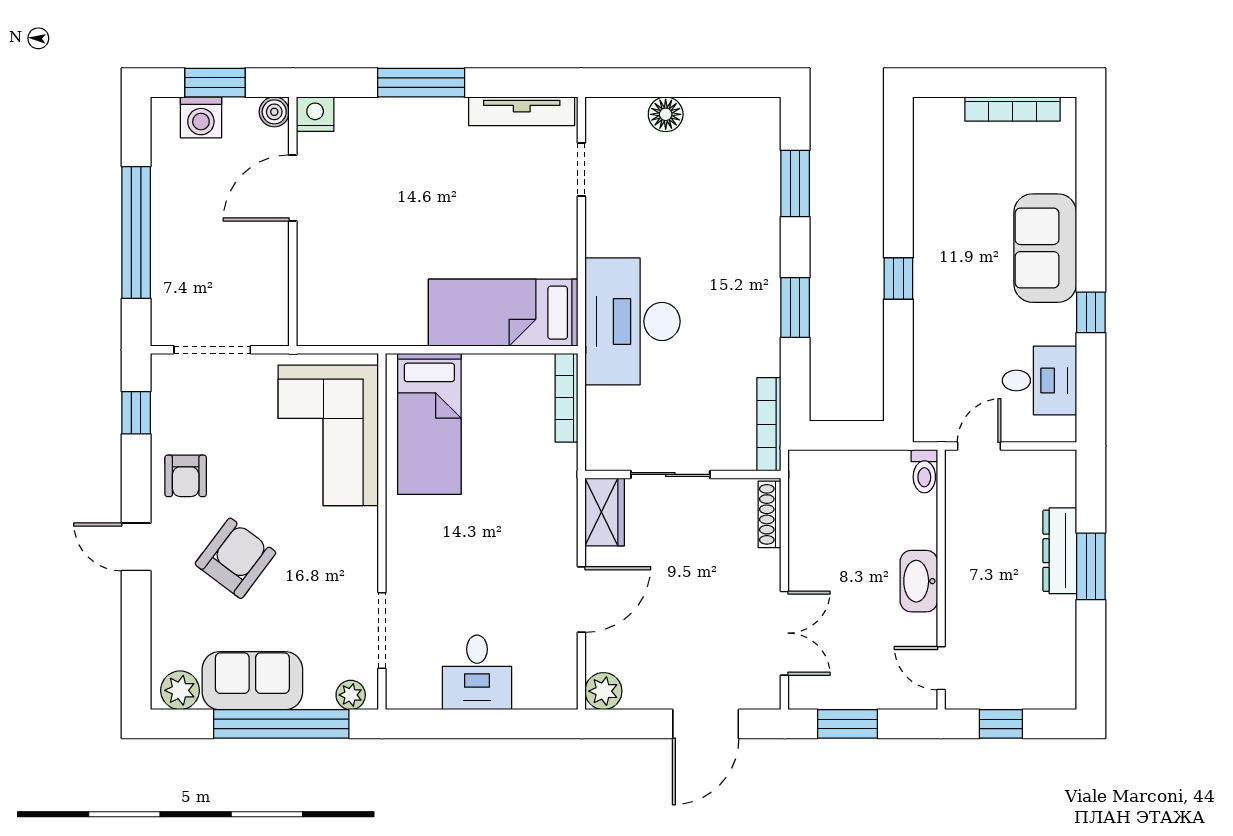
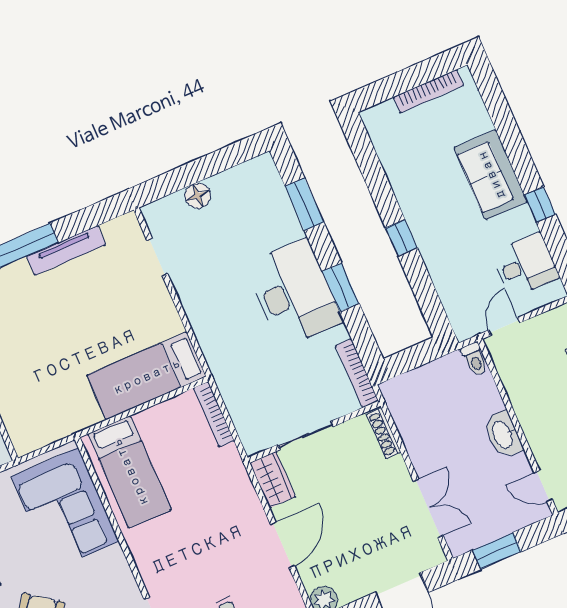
tv unit: (522, 111) -> (66, 250), moved
desk: (632, 321) -> (294, 293), moved, turned 180

